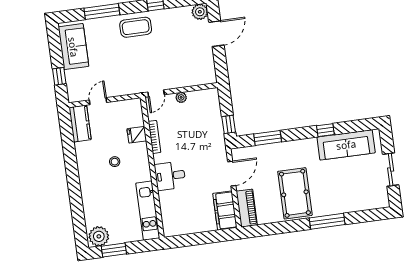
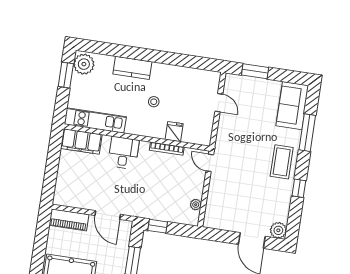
sofa: (73, 47) -> (292, 106), moved, turned 90
window: (59, 76) -> (255, 71), width x1.50
plant: (181, 97) -> (196, 205), moved
kitchen counter: (80, 123) -> (132, 68), moved
filing cabinet: (225, 211) -> (81, 141), moved, turned 180

